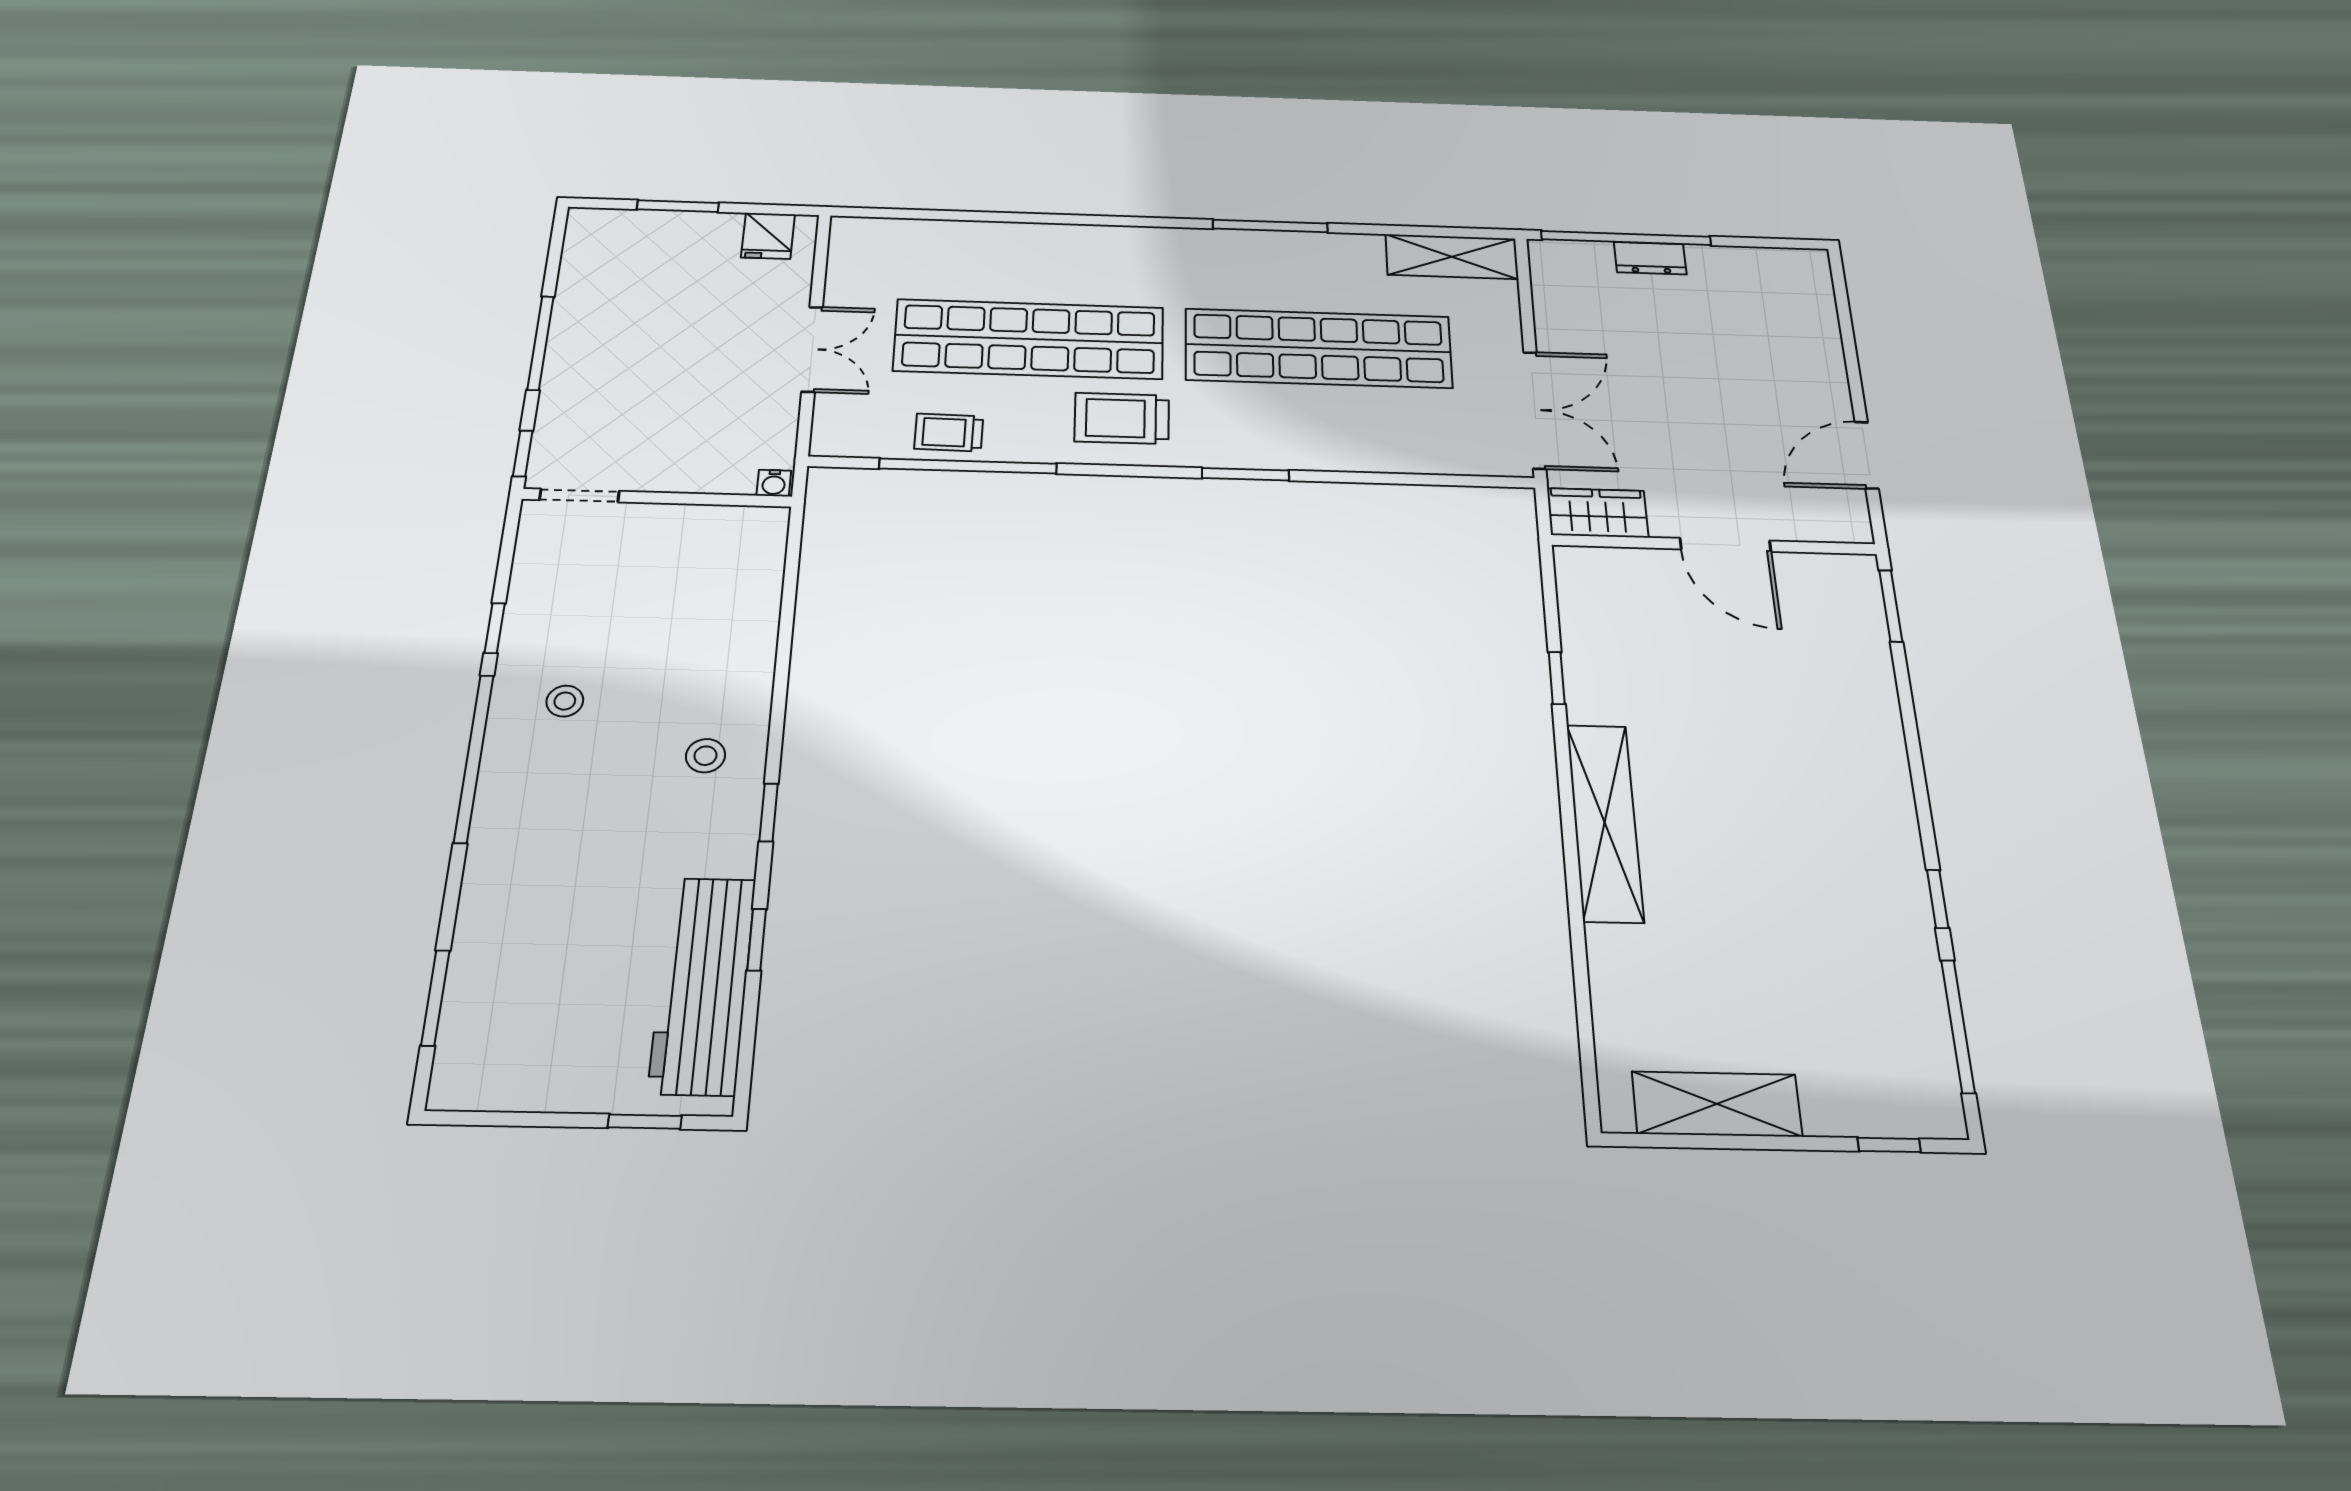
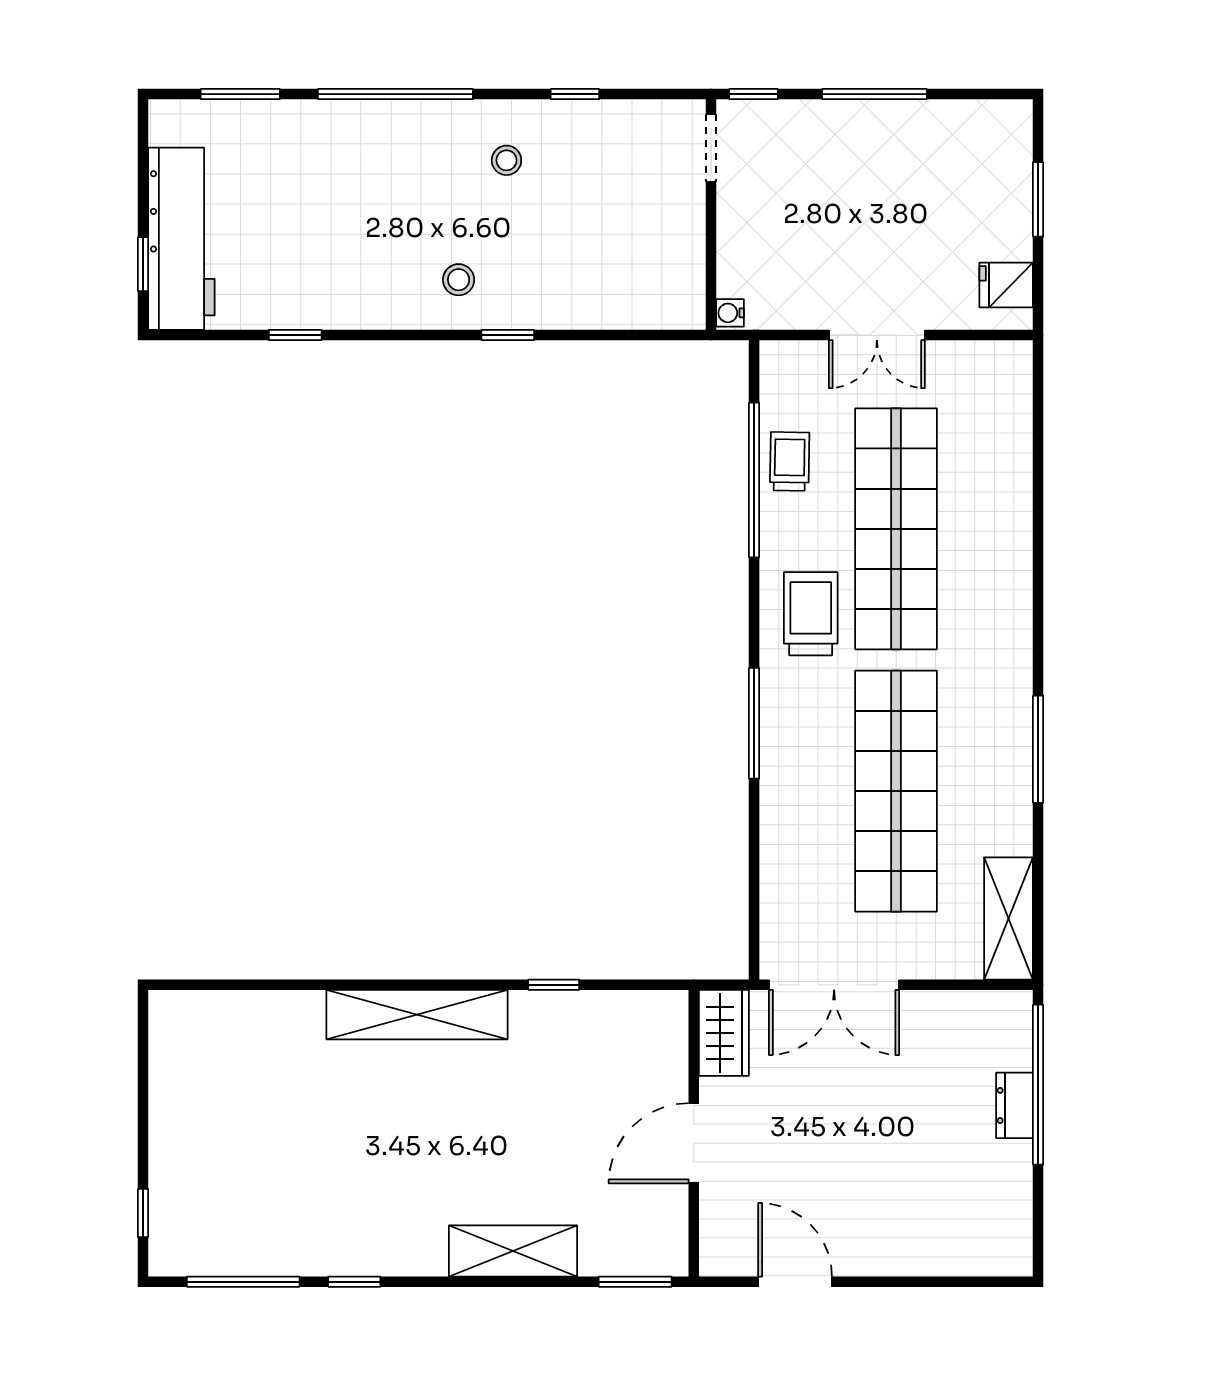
window: (1245, 474) -> (754, 723), width x1.44
window: (474, 758) -> (395, 94), moved
window: (769, 812) -> (508, 335), moved
workbench: (703, 985) -> (181, 239), moved, turned 90
shelving: (1717, 1104) -> (513, 1251), moved, turned 90

